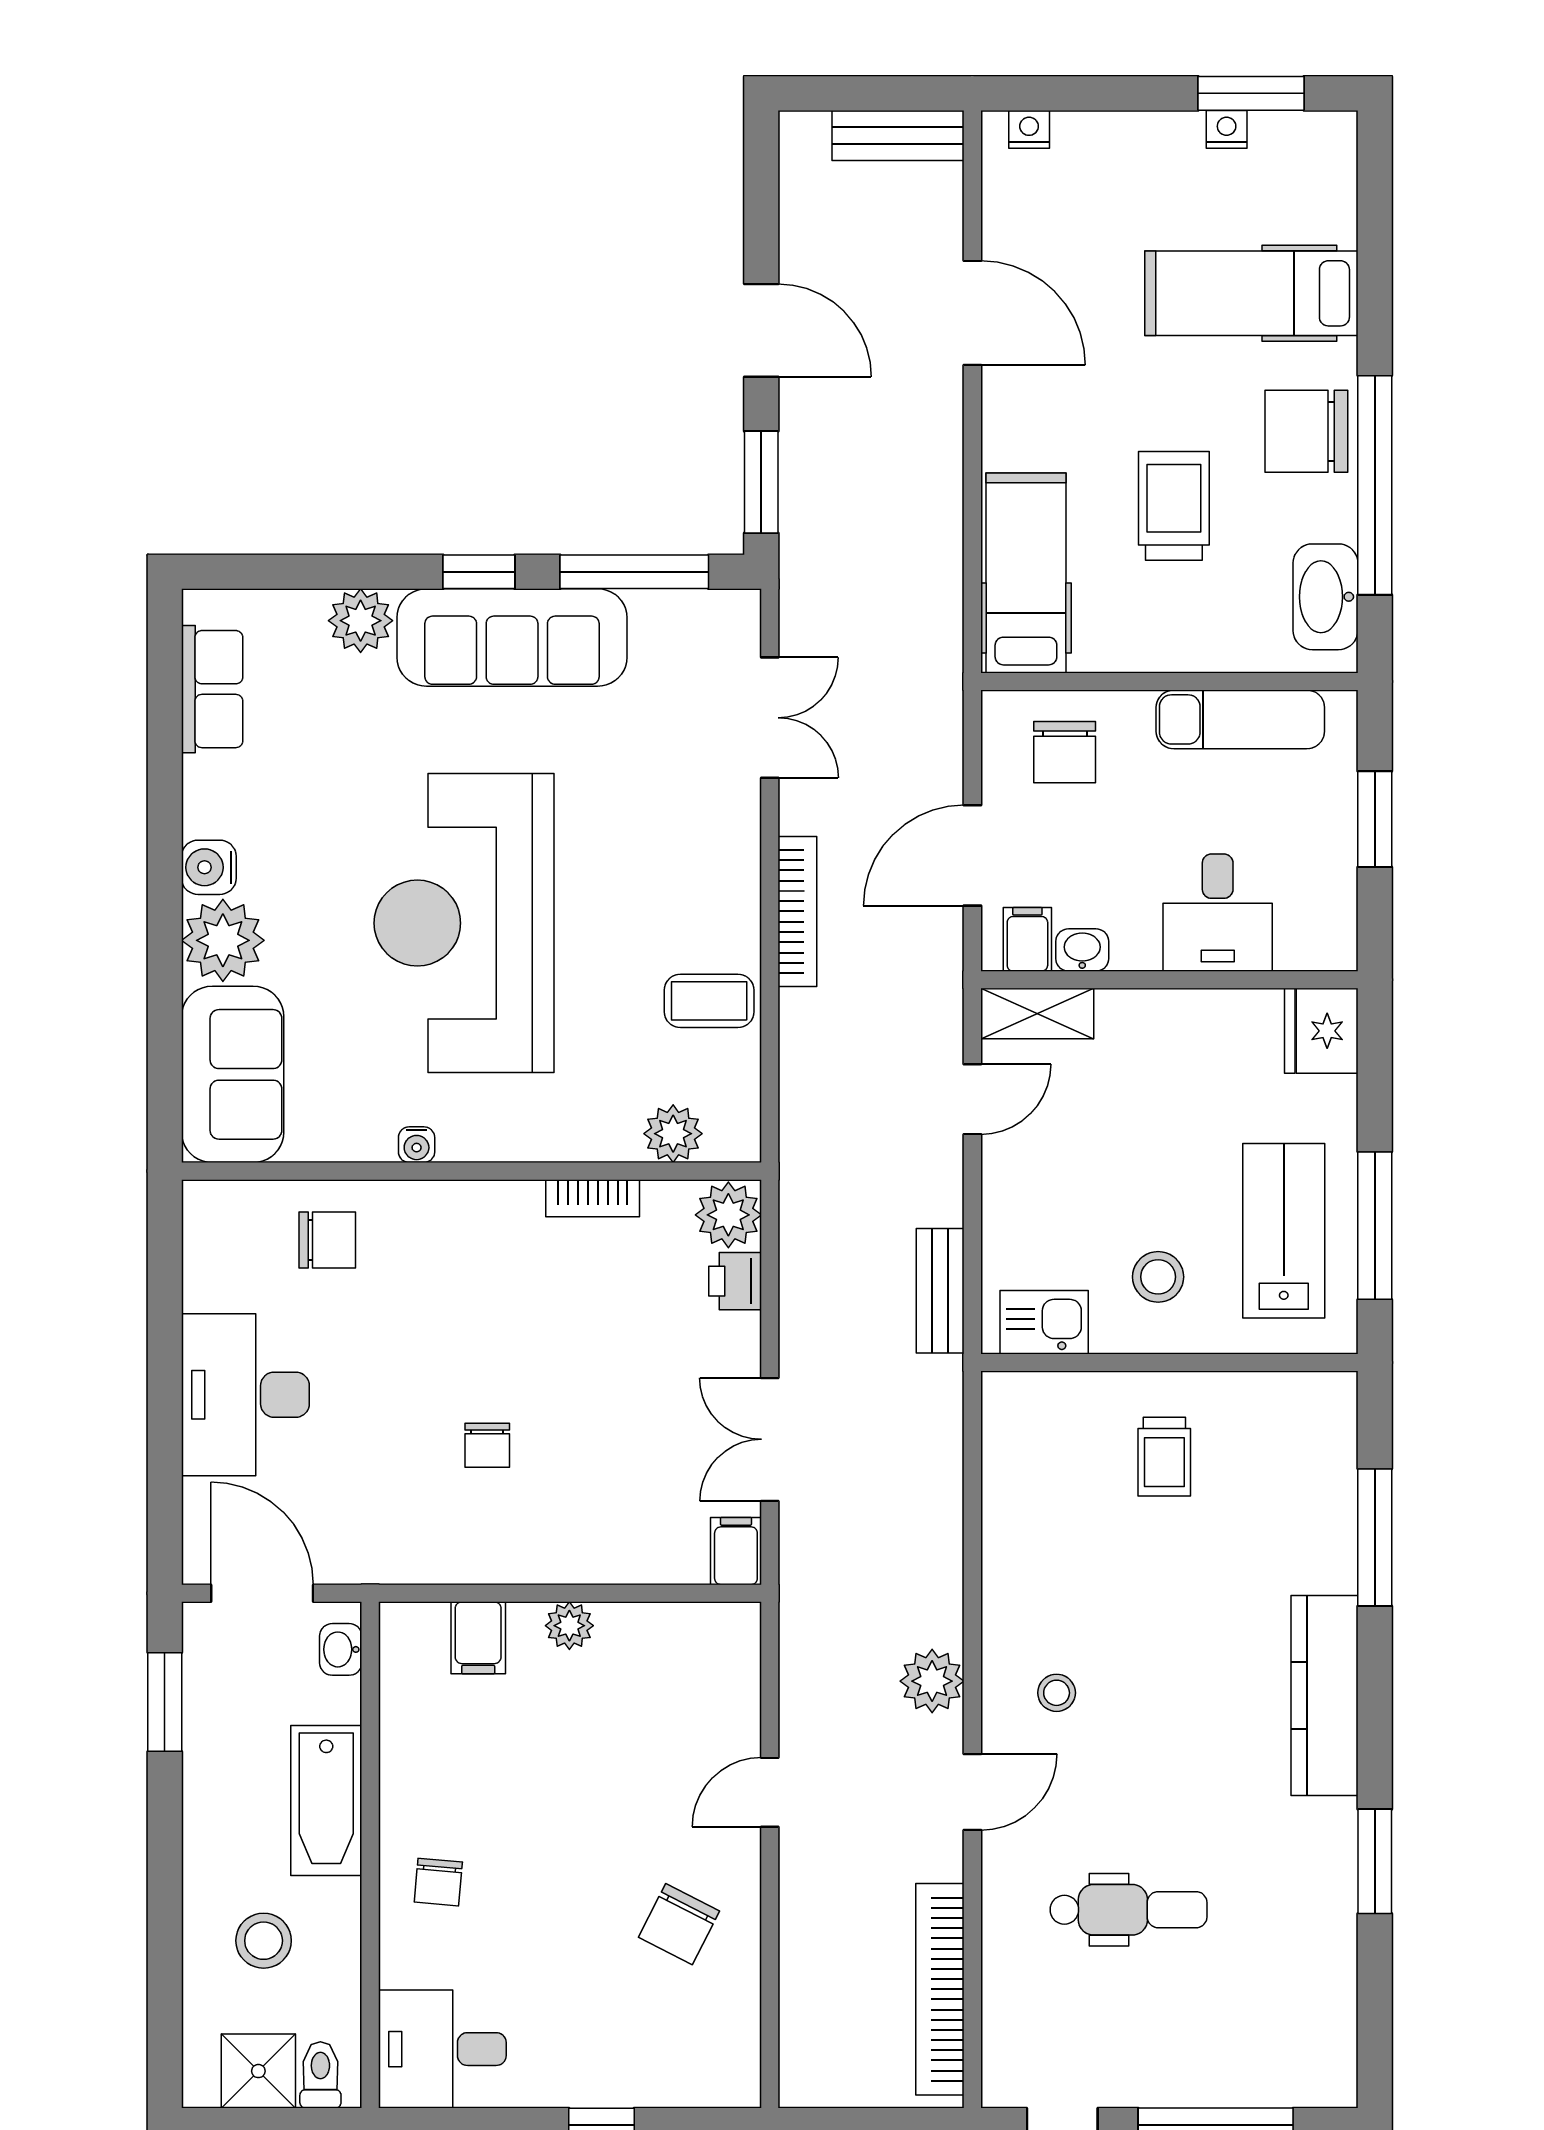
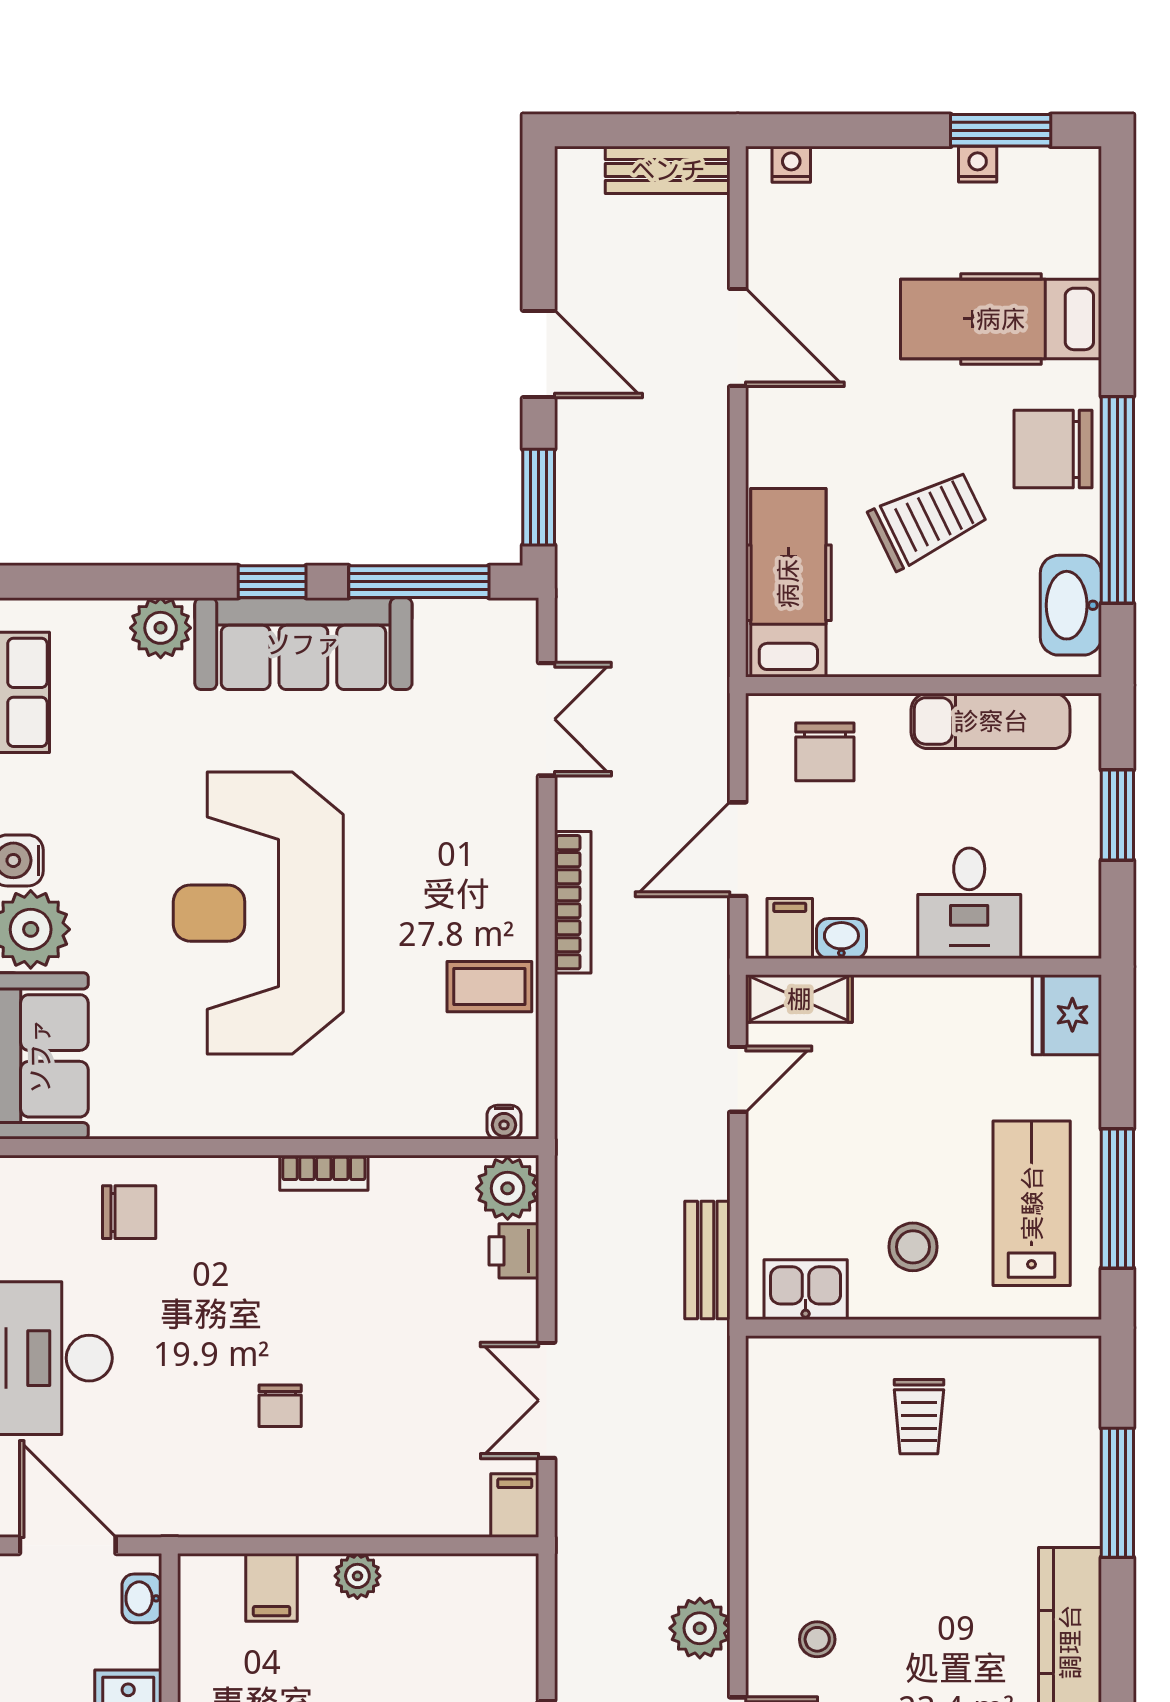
trolley: (1174, 506) -> (928, 519), turned 64
plant: (673, 1134) -> (455, 1112), removed
water cooler: (417, 1145) -> (504, 1122), moved
bookcase: (593, 1198) -> (324, 1173), moved

